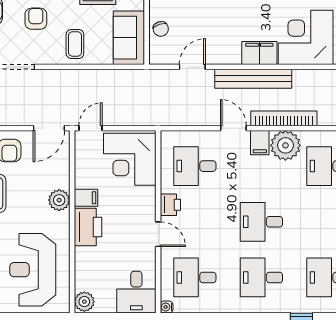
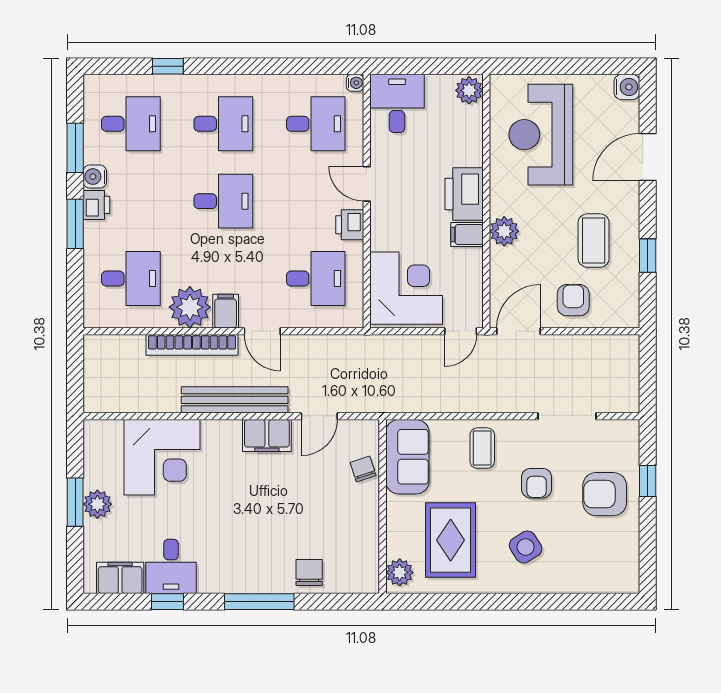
filing cabinet: (259, 53) -> (267, 436), moved
reception desk: (33, 270) -> (541, 135), turned 180

